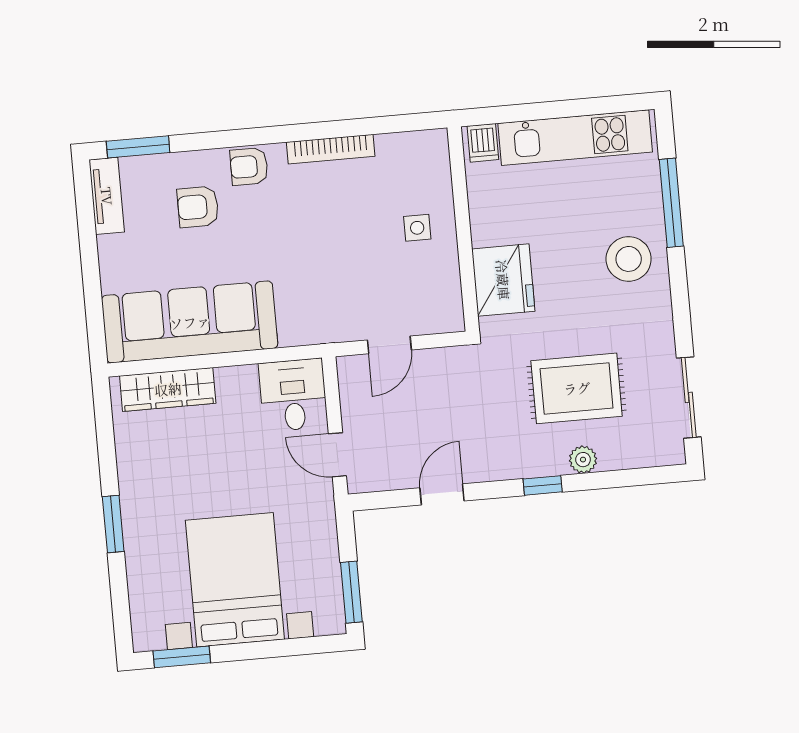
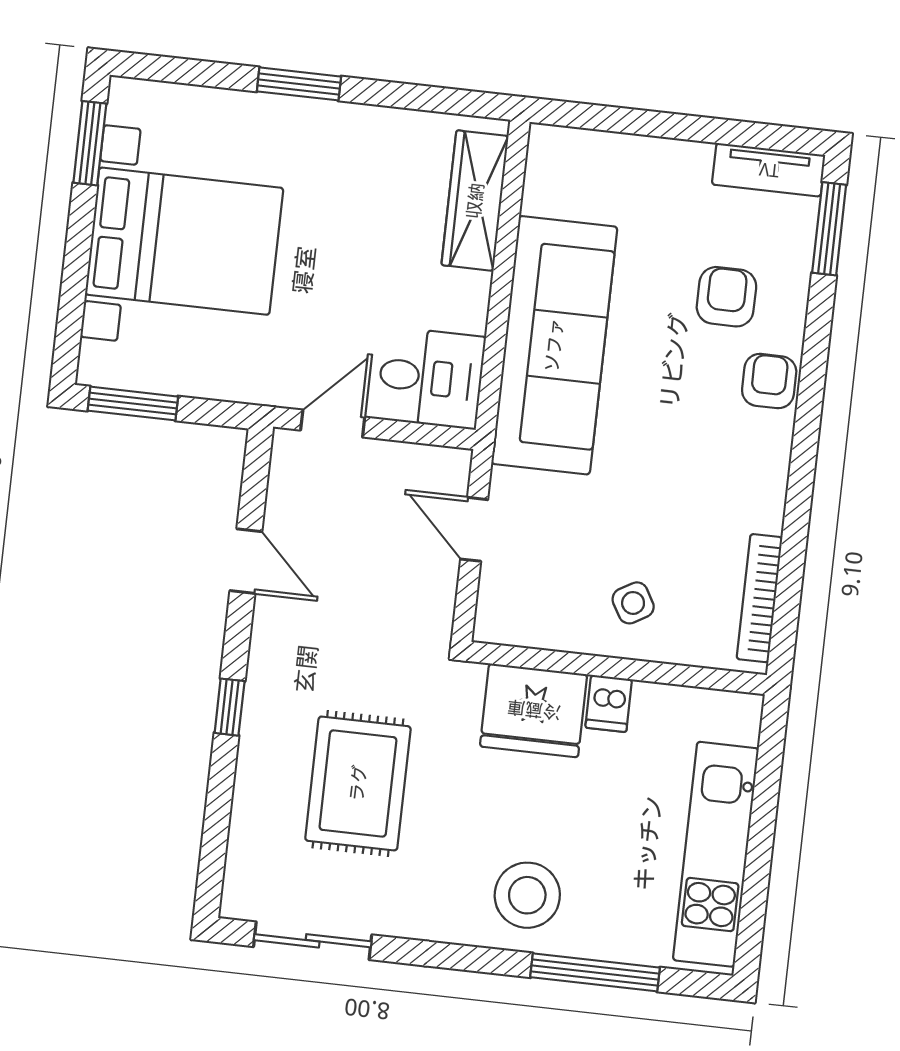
dishwasher: (483, 143) -> (609, 704), moved, turned -90
bookcase: (331, 149) -> (759, 598), moved
side table: (417, 228) -> (633, 603), turned -30
sofa: (190, 322) -> (554, 345), moved
plant: (583, 460) -> (255, 772), removed

